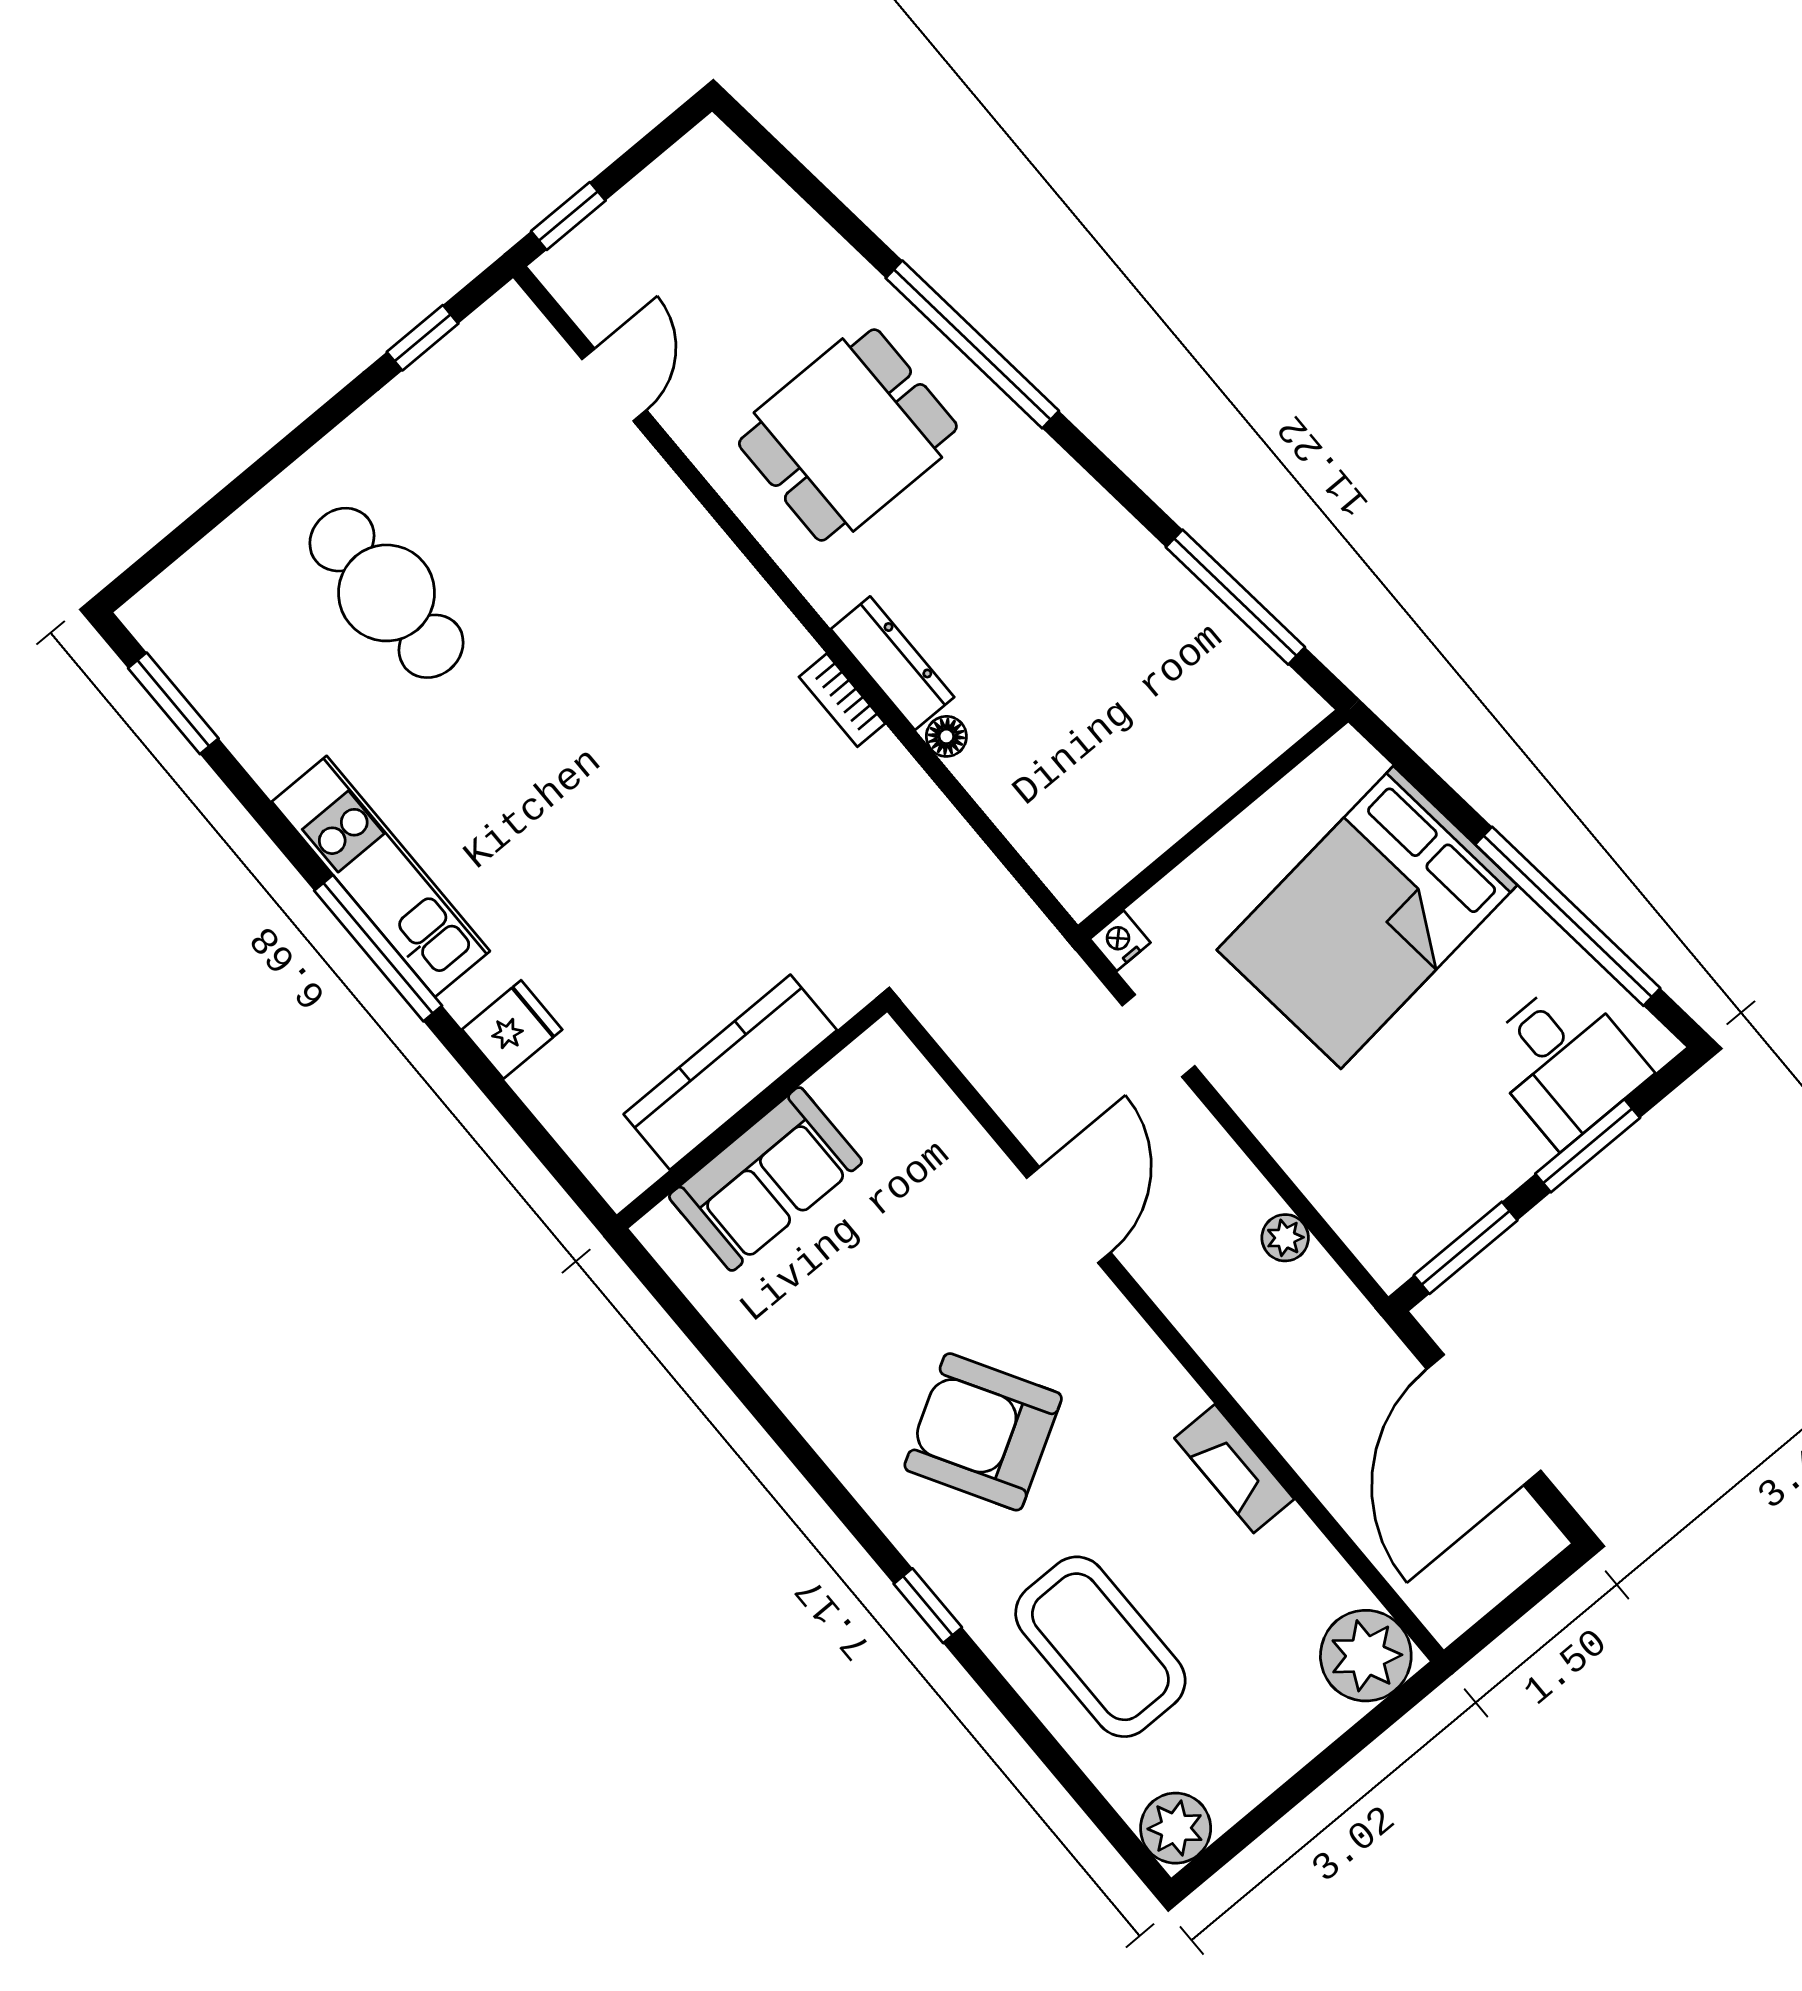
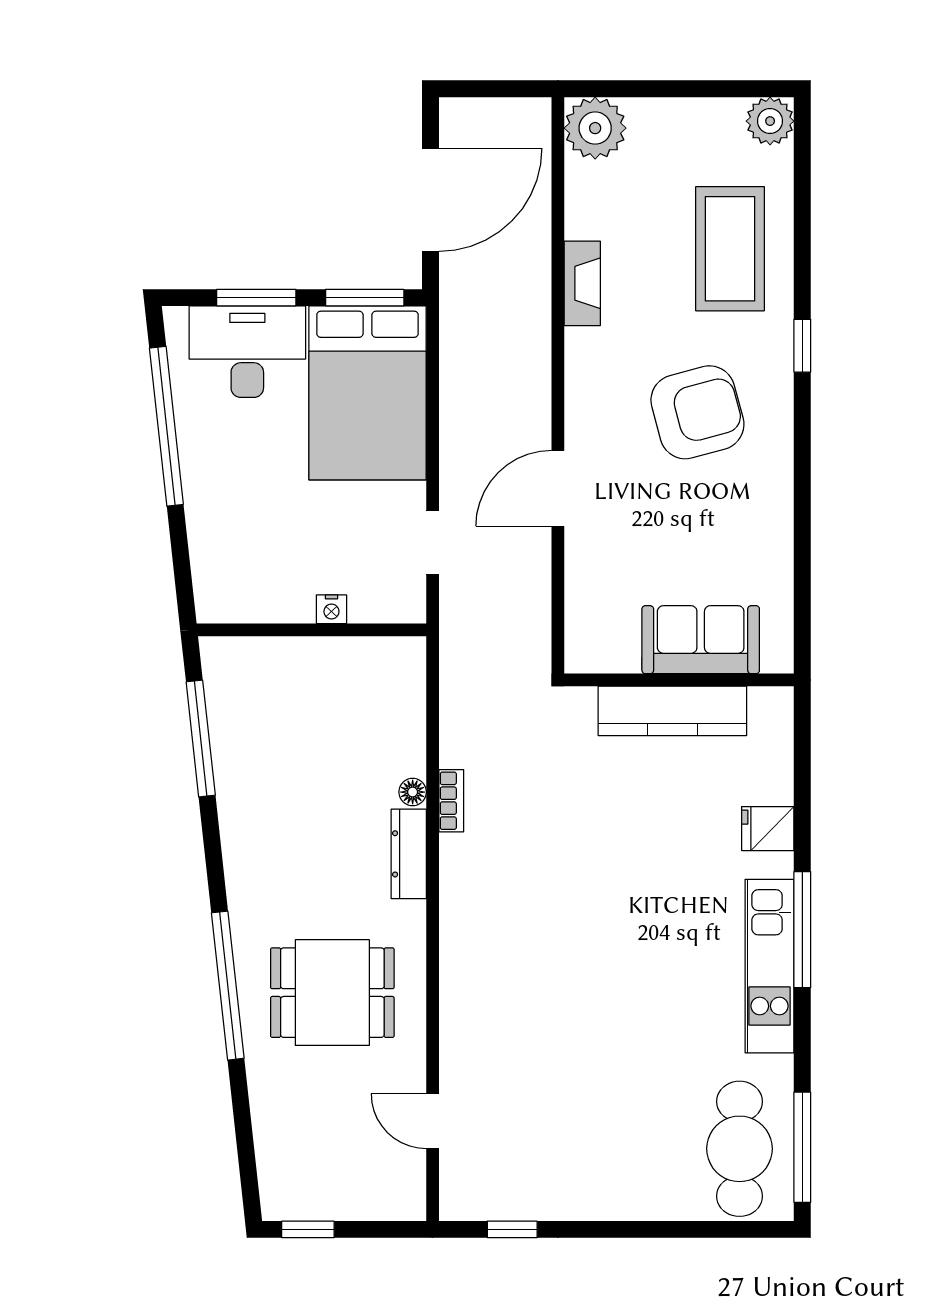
window: (568, 216) -> (308, 1229), moved
door: (614, 385) -> (433, 1121), hinge flipped
cafe table: (386, 593) -> (740, 1149), moved
bookcase: (842, 700) -> (451, 801), moved
window: (173, 703) -> (802, 1147), width x1.44
bed: (1367, 917) -> (368, 393), moved, turned 96
nightstand: (1120, 941) -> (331, 609), moved
desk: (1565, 1062) -> (247, 352), width x1.37
plant: (1285, 1238) -> (455, 382), removed
armchair: (983, 1432) -> (697, 412), turned -75

